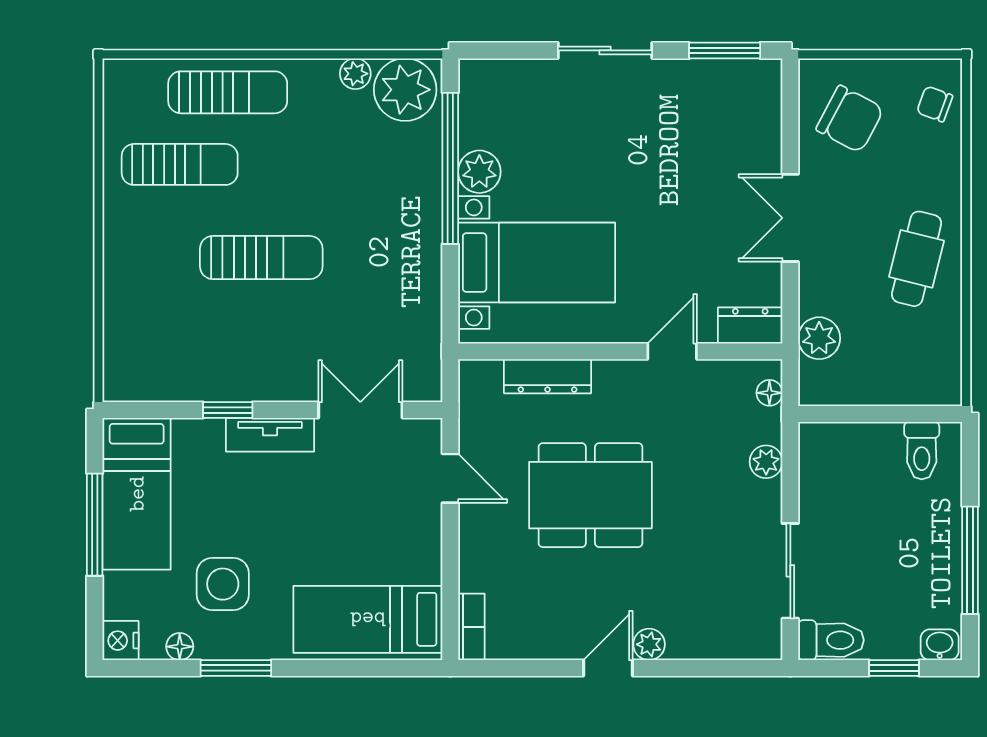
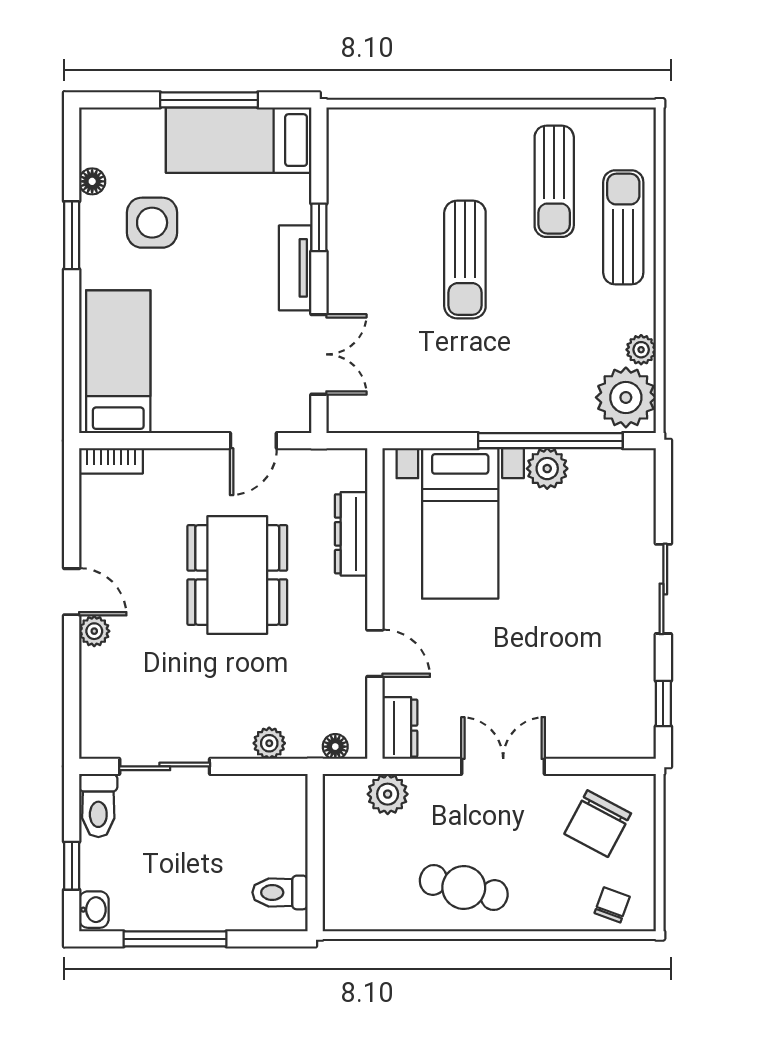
window: (725, 50) -> (663, 704), width x0.67
sun lounger: (228, 92) -> (623, 227), turned 180
nightstand: (121, 641) -> (98, 125), removed

